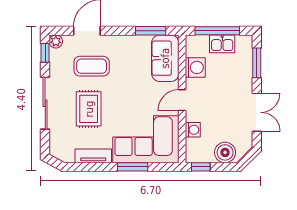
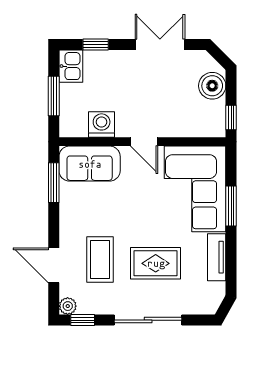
window: (217, 31) -> (54, 96), width x0.69
kitchen sink: (222, 44) -> (71, 66), moved
window: (257, 63) -> (96, 44), width x0.67
washing machine: (193, 130) -> (183, 128), removed

